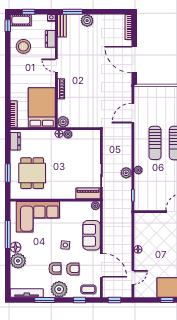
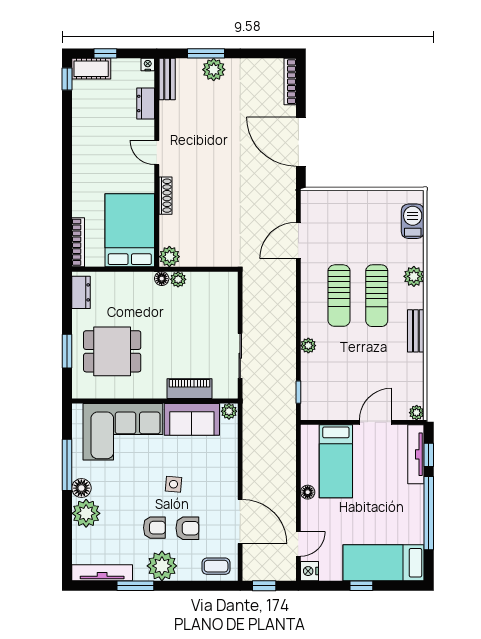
window: (73, 12) -> (206, 53), moved
stool: (23, 46) -> (96, 117), removed
dining table: (32, 173) -> (112, 351), turned 90
plant: (126, 173) -> (286, 351), removed
piano: (88, 193) -> (189, 389), moved
bed: (153, 233) -> (336, 461), added
sofa: (92, 235) -> (192, 419), moved, turned -90
nightstand: (139, 292) -> (310, 571), added
window: (80, 300) -> (200, 586), removed

